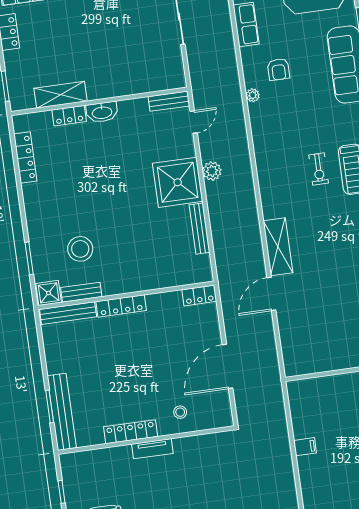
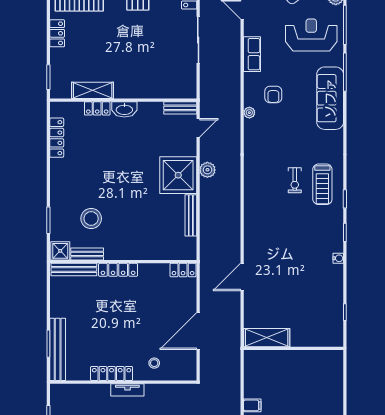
shelving: (278, 247) -> (267, 338), moved, turned 90

